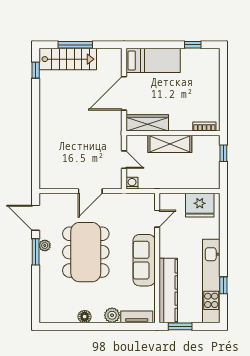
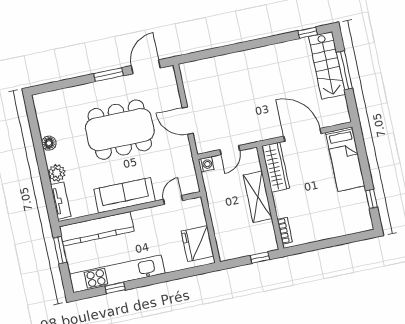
door: (157, 219) -> (173, 200), swing flipped
plant: (45, 245) -> (118, 83), removed

